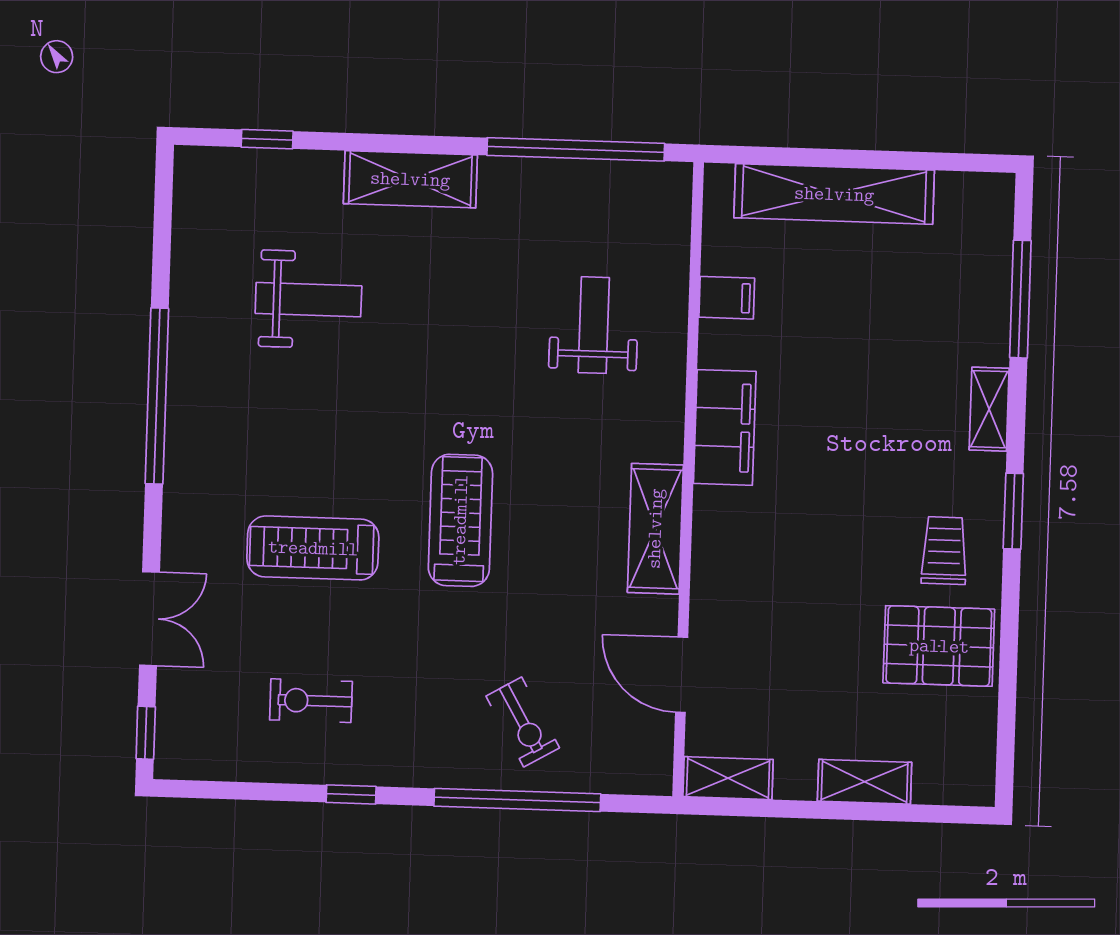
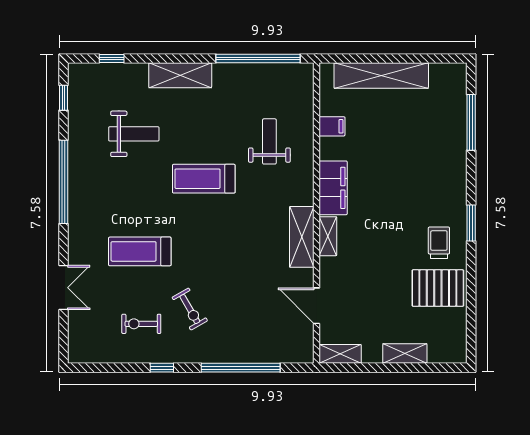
shelving: (989, 409) -> (328, 236), moved
treadmill: (460, 520) -> (204, 179), moved, turned -90
exercise bike: (523, 722) -> (190, 309), moved
window: (146, 733) -> (63, 98), moved

